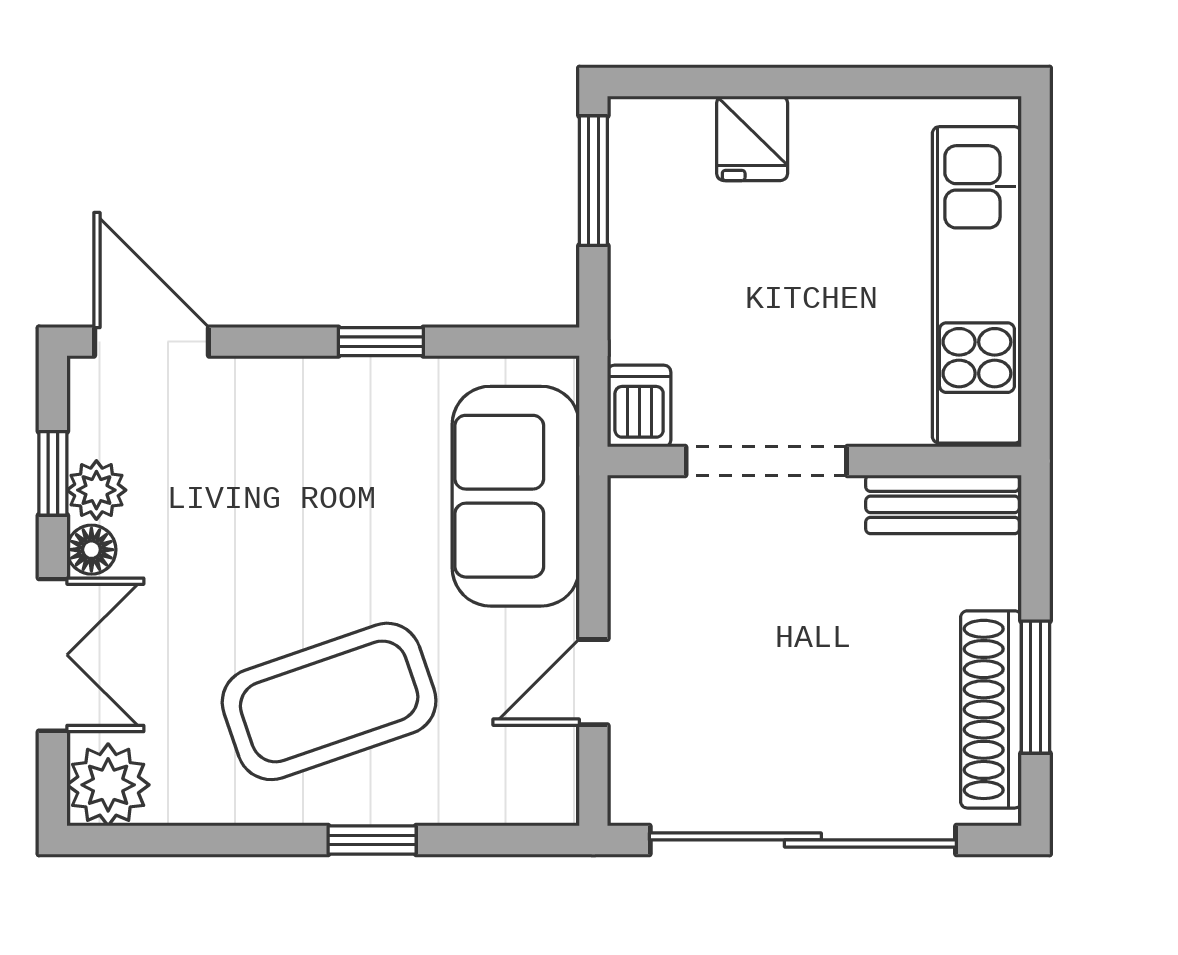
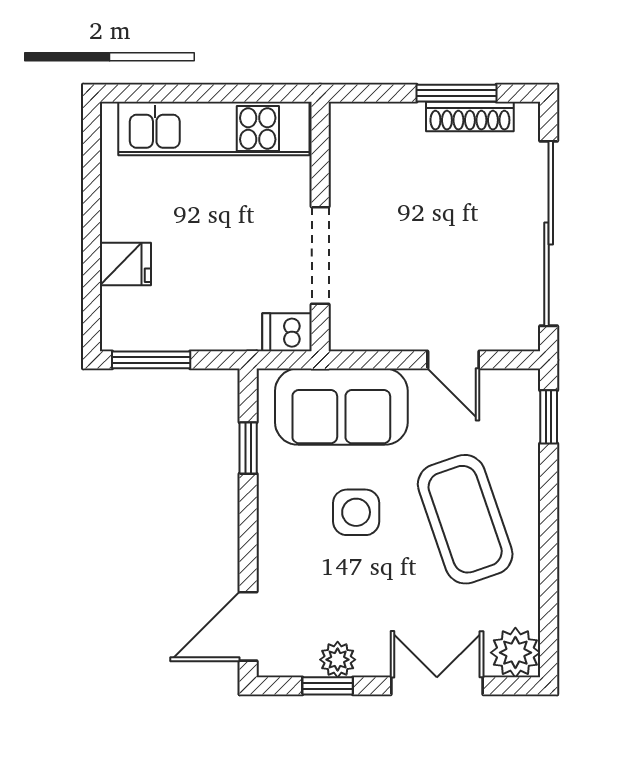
window: (381, 342) -> (248, 448), moved
bench: (943, 504) -> (346, 149), removed
side table: (341, 521) -> (356, 512), added
floor lamp: (91, 550) -> (374, 663), removed
shoe rack: (991, 709) -> (470, 117), width x0.74, depth x0.81
window: (372, 840) -> (549, 417), moved

